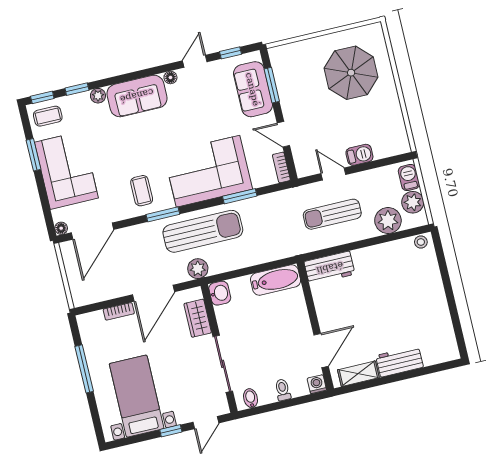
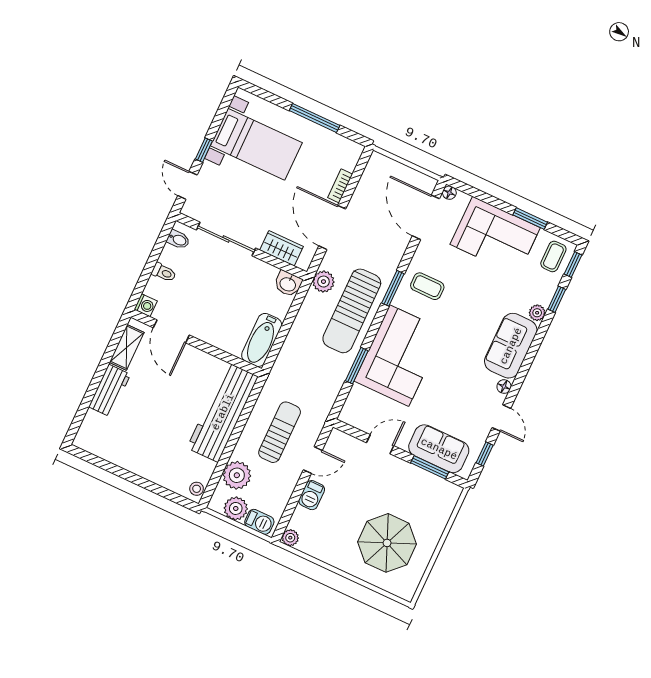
plant: (403, 146) -> (290, 538), added
bookcase: (281, 167) -> (353, 420), removed
workbench: (330, 268) -> (223, 412), width x1.88, depth x1.32

